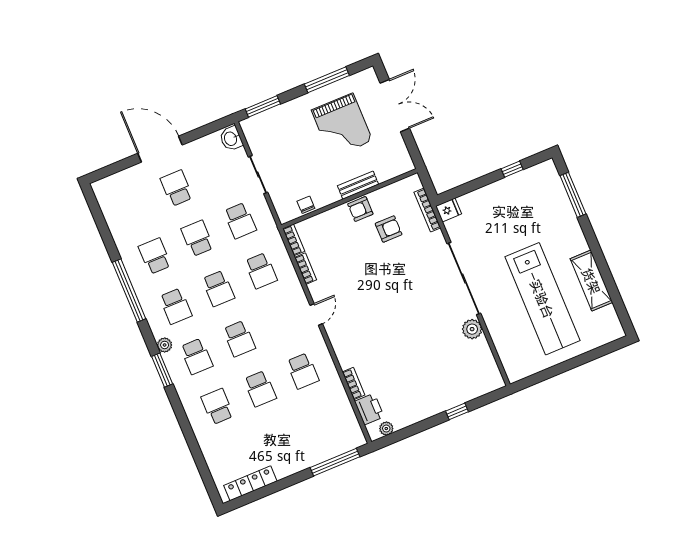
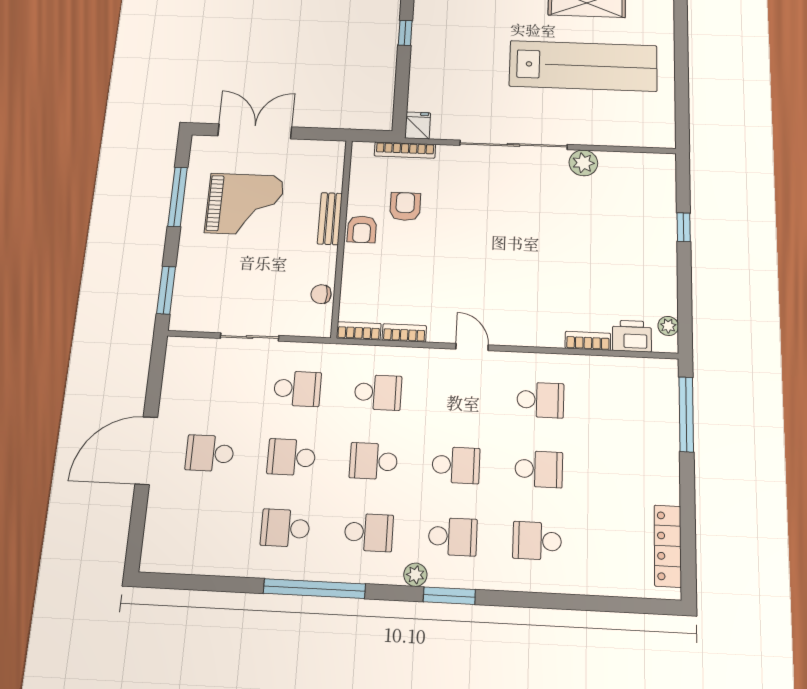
washbasin: (231, 139) -> (184, 350), removed
school desk: (218, 288) -> (373, 461), turned 180

